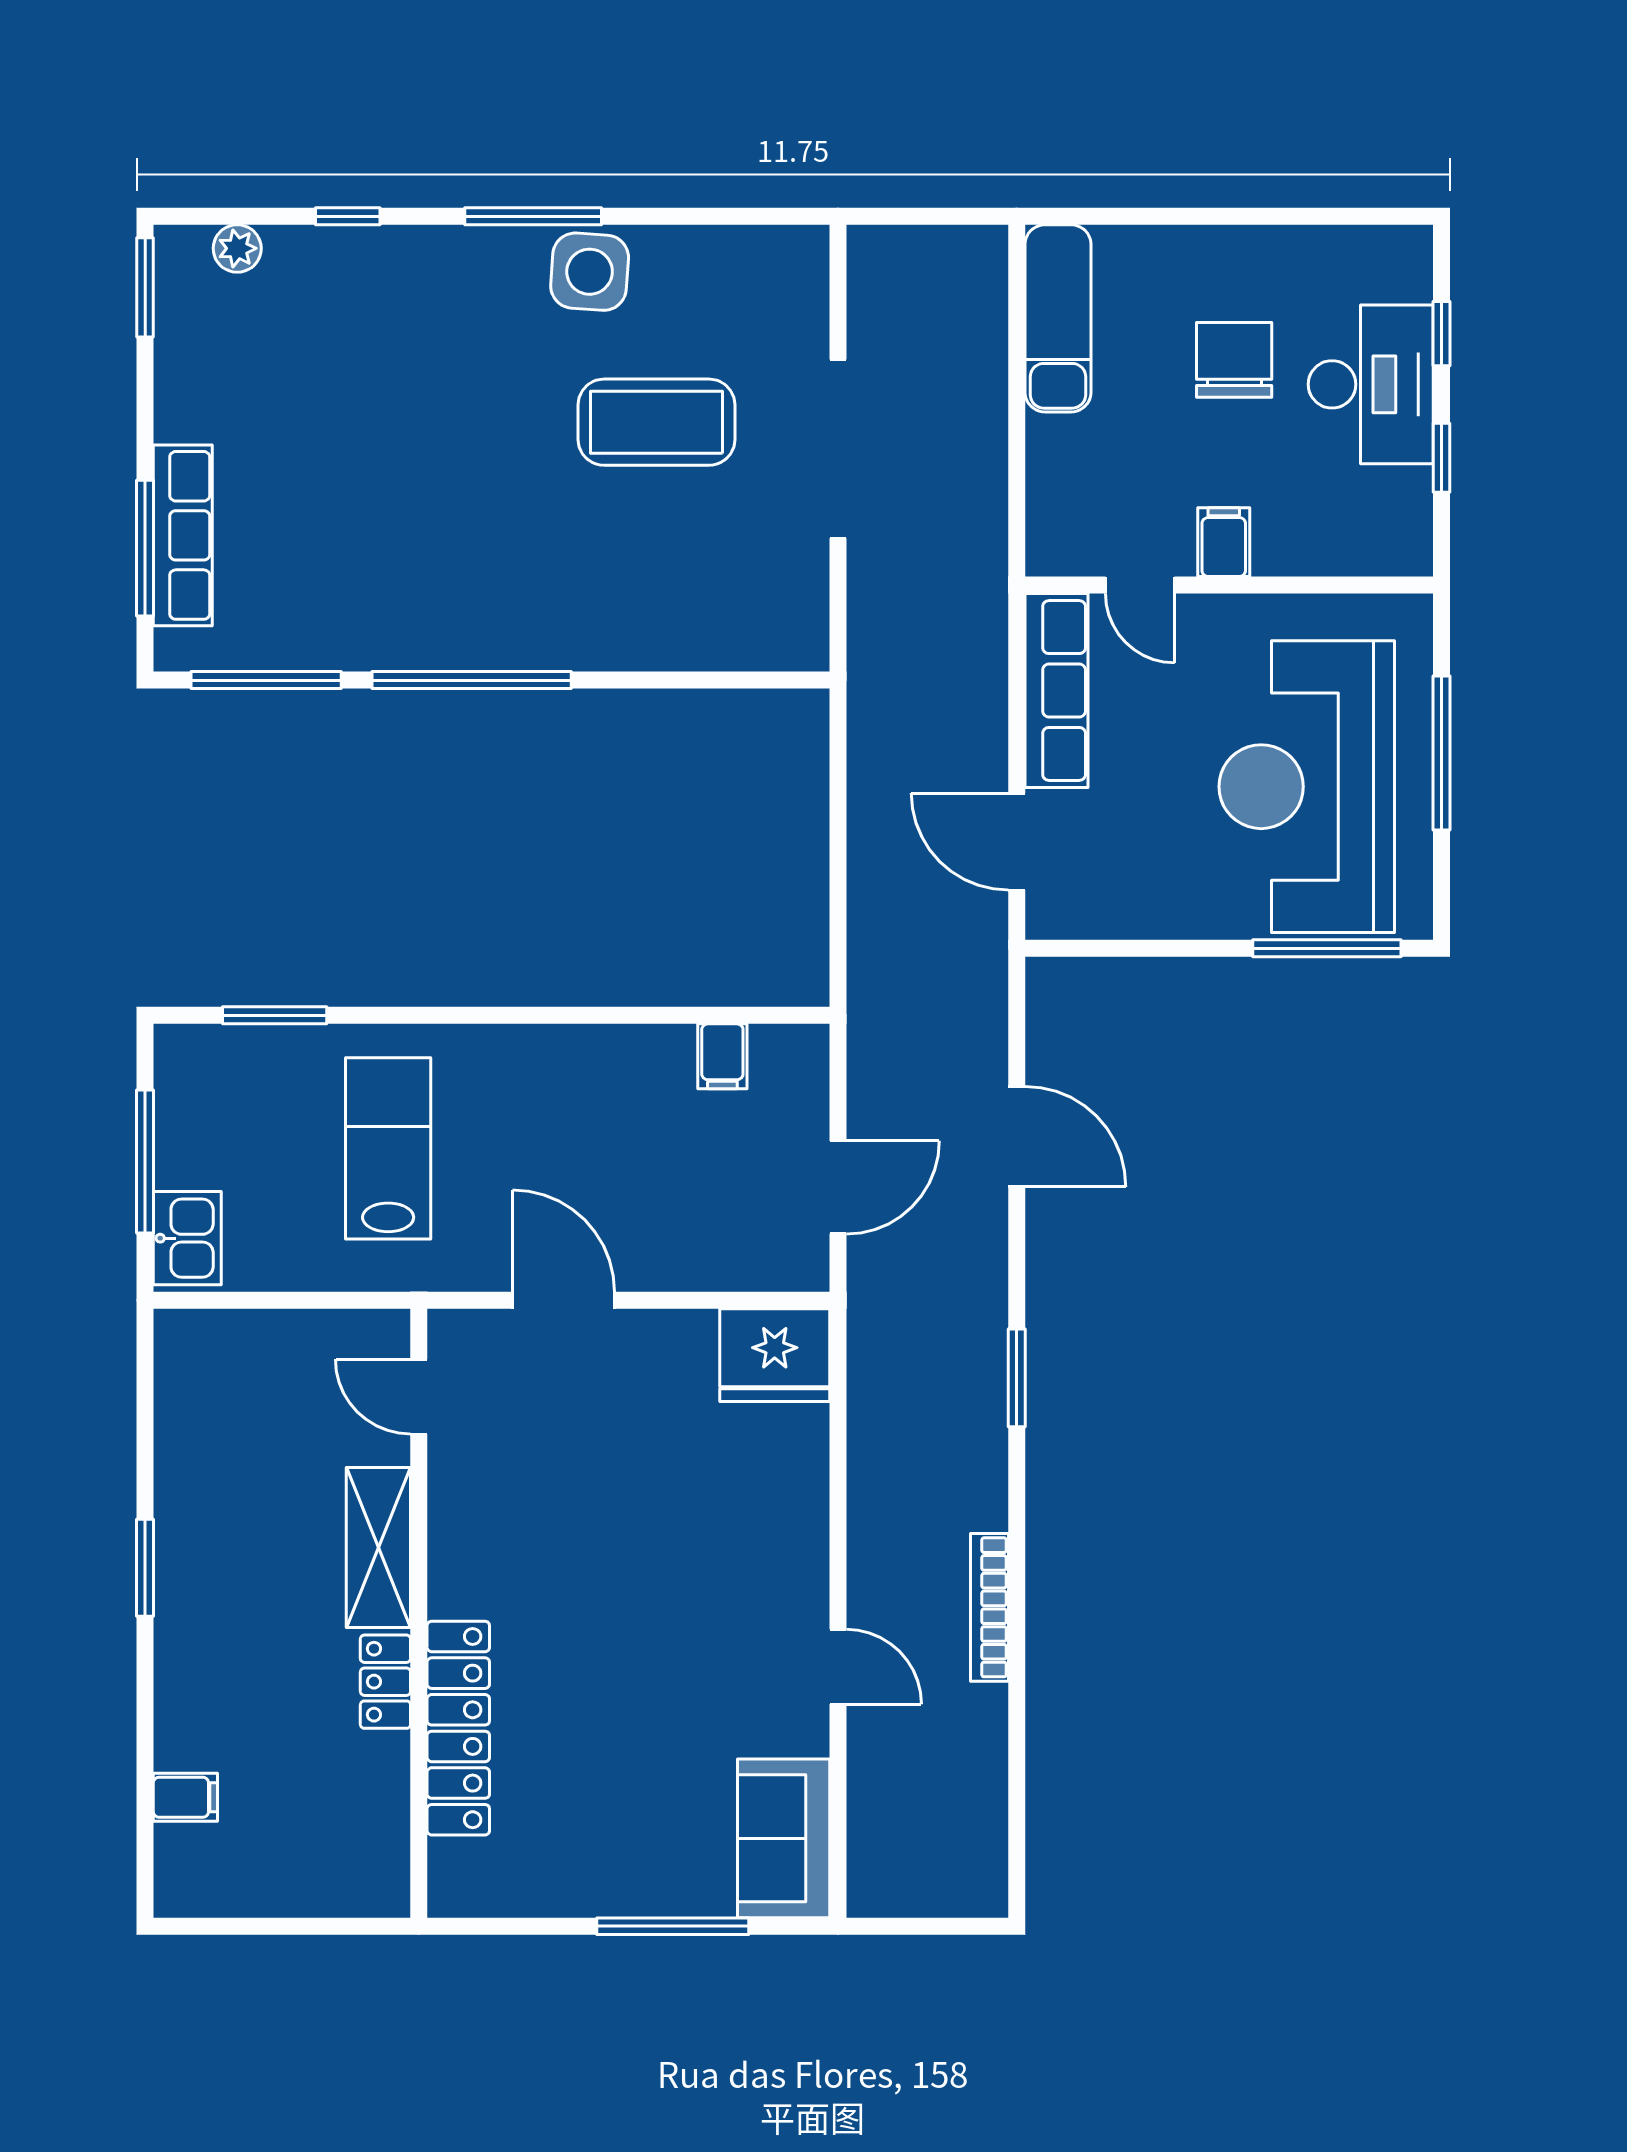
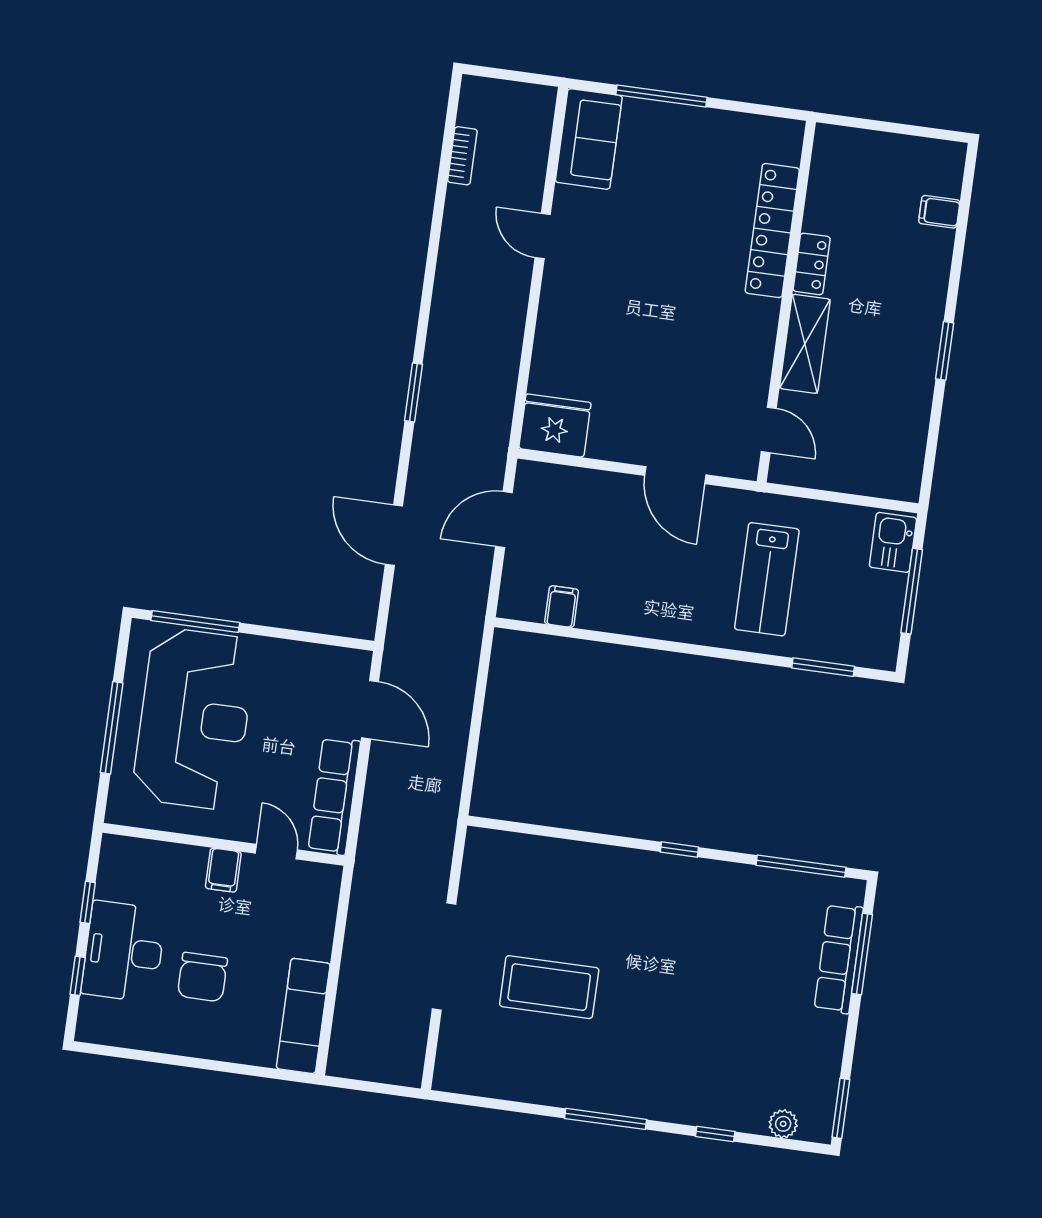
side table: (590, 272) -> (577, 1082), removed
window: (472, 680) -> (679, 850), width x0.32
bookcase: (989, 1607) -> (462, 156), moved, width x0.64

